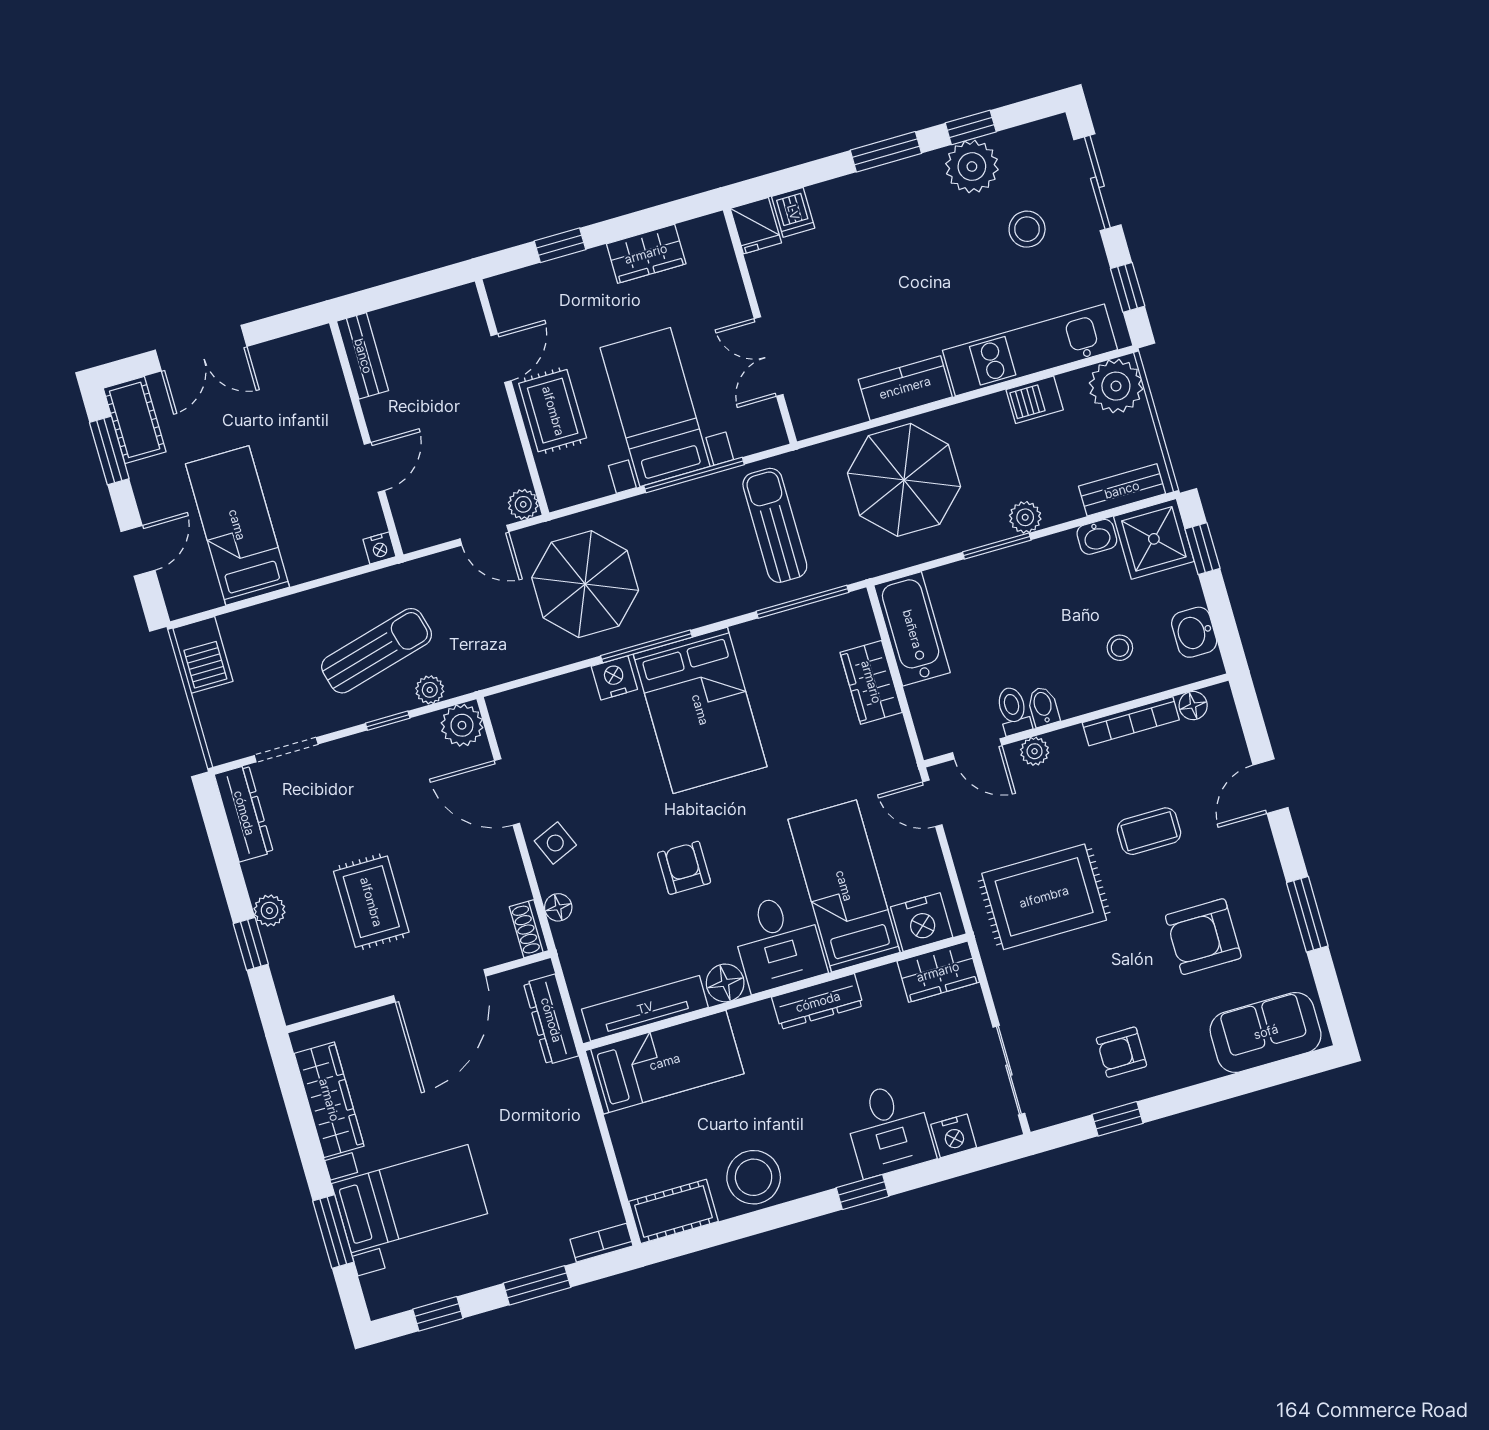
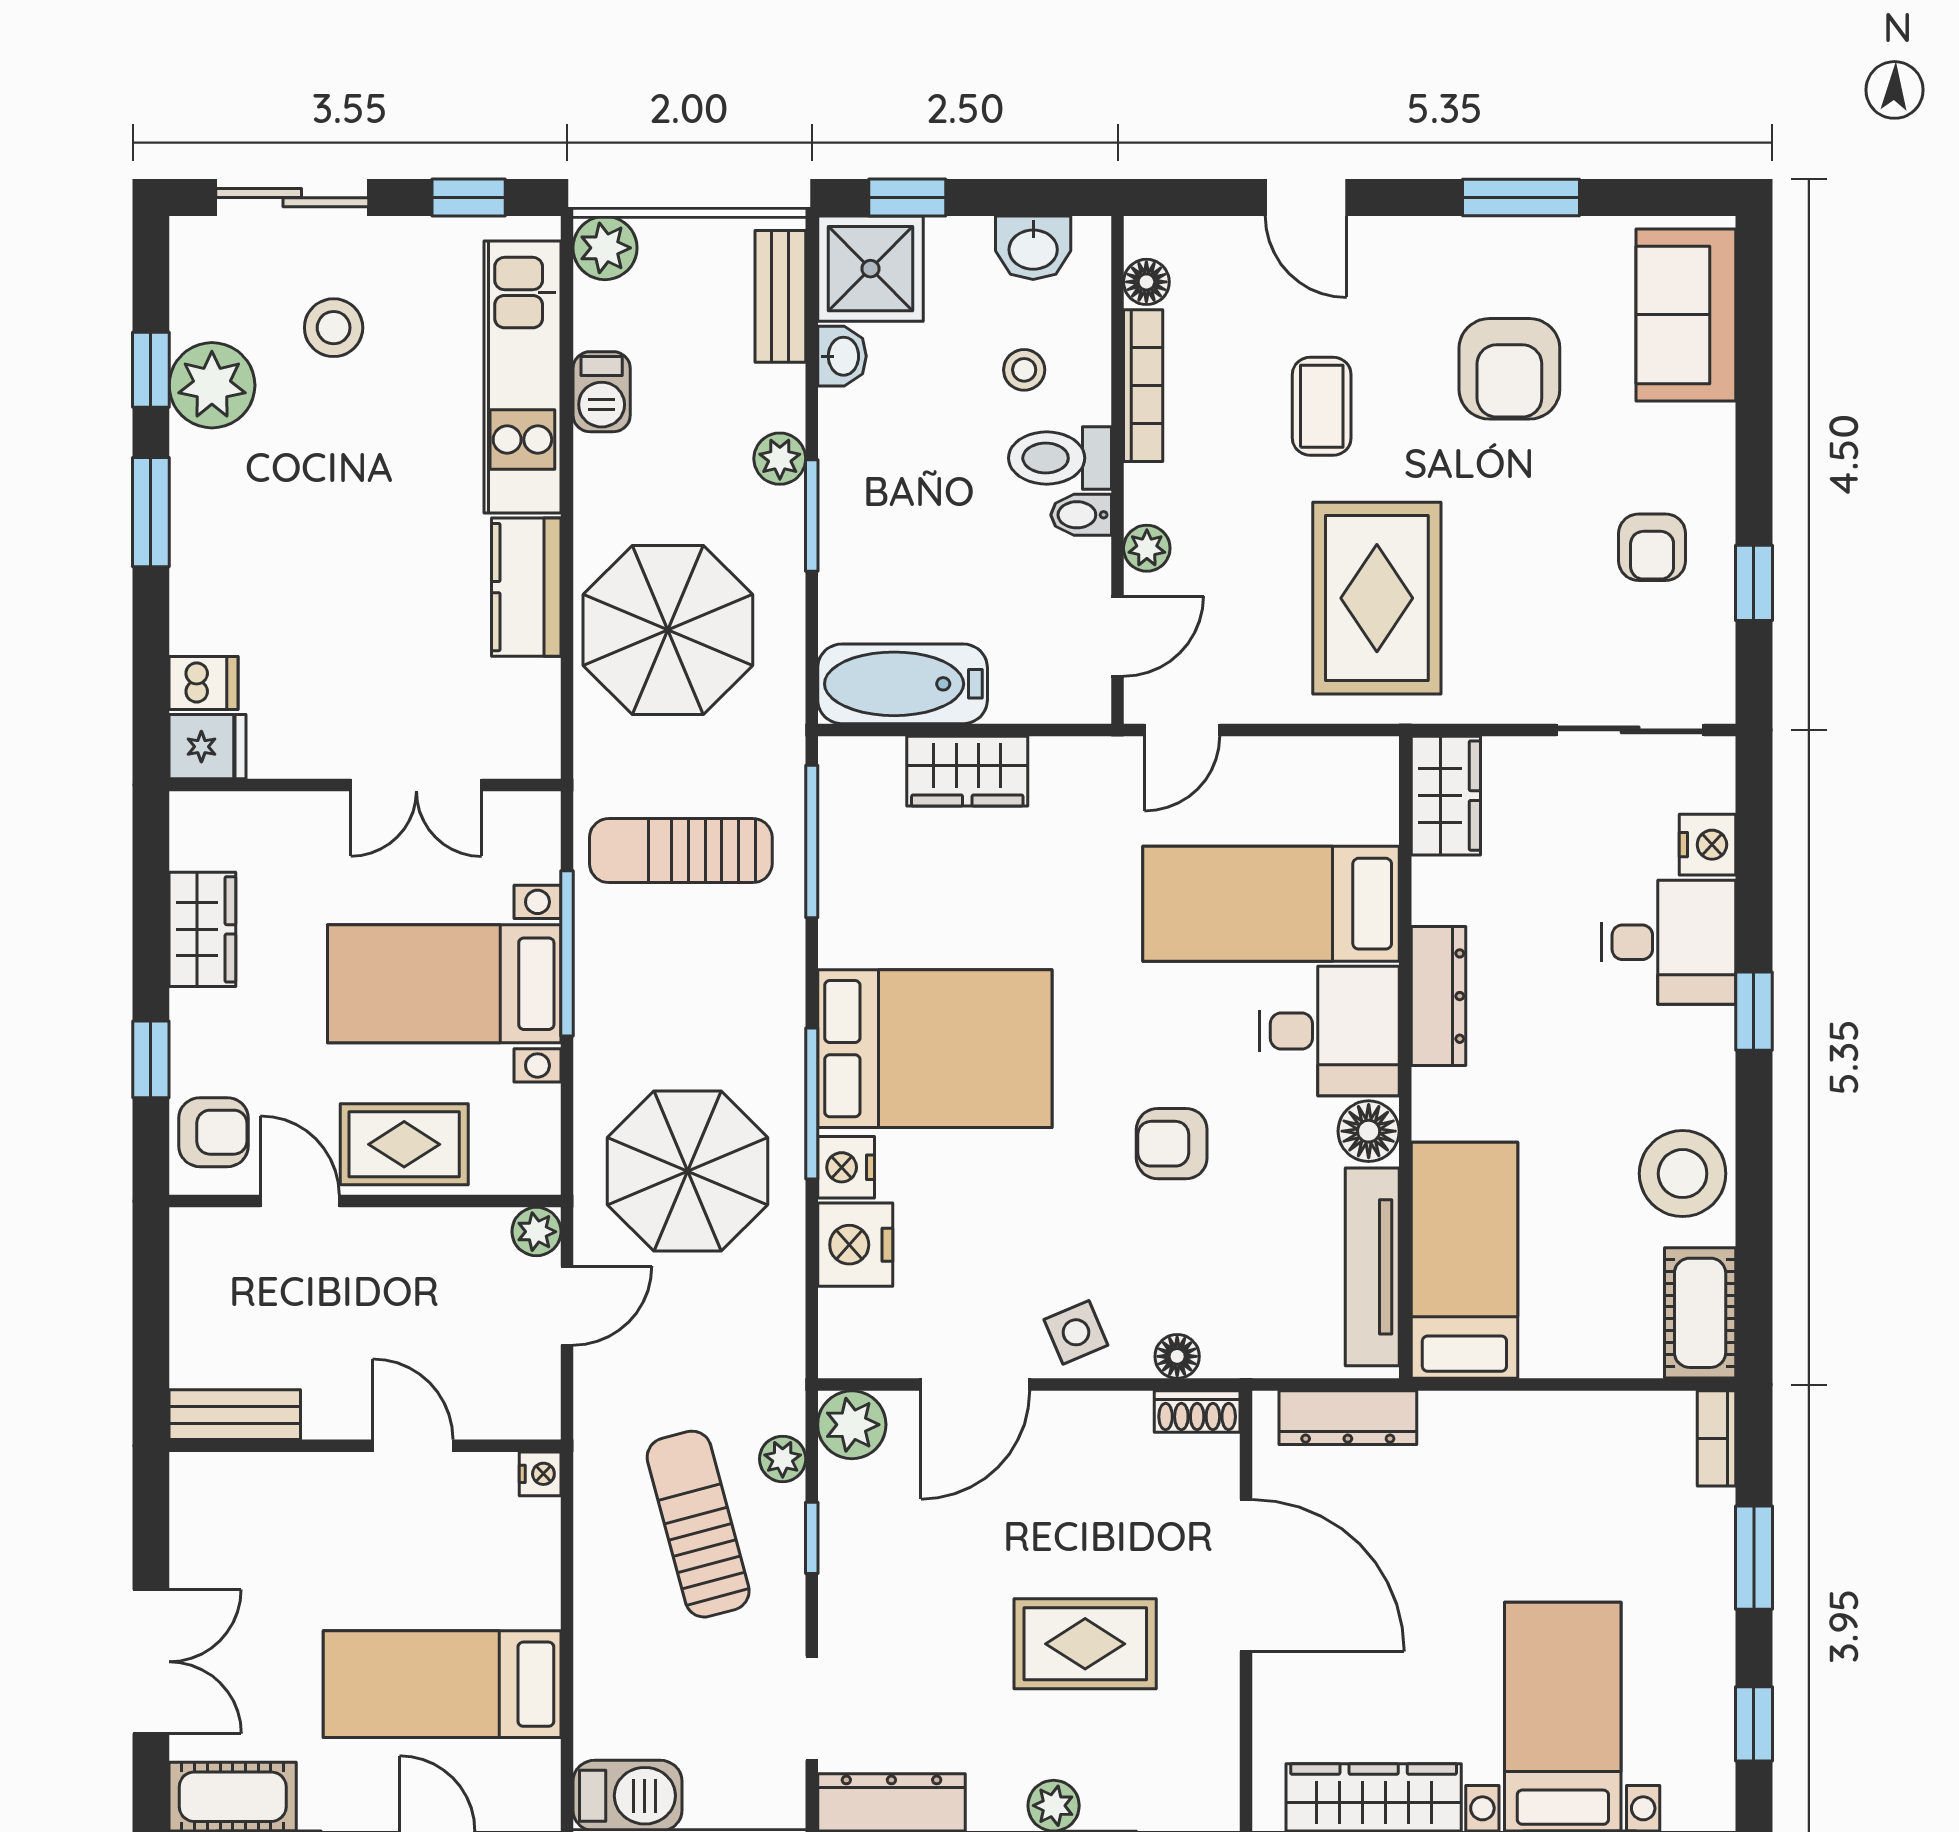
armchair: (527, 295) -> (214, 1132), added
plant: (1116, 386) -> (605, 248), width x0.73, depth x0.73
toilet: (1013, 711) -> (1060, 458), moved, width x1.37, depth x1.39
nightstand: (922, 922) -> (855, 1245), moved, turned 180

